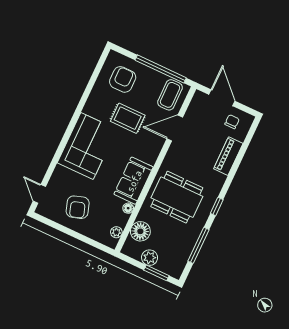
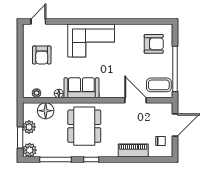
rug: (128, 118) -> (126, 61), removed
armchair: (78, 207) -> (42, 55), turned -72
plant: (175, 269) -> (30, 150), added

